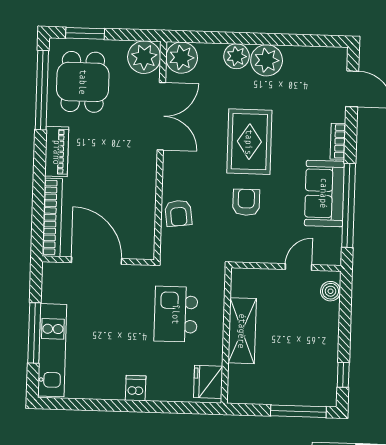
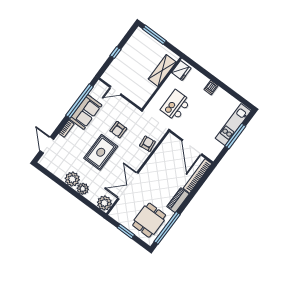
window: (85, 33) -> (126, 231), moved
plant: (144, 57) -> (119, 213), removed
boiler: (330, 291) -> (110, 73), removed
kitchen island: (176, 314) -> (176, 105), turned 180
shelving: (242, 331) -> (162, 71), moved
window: (343, 375) -> (116, 53), moved

